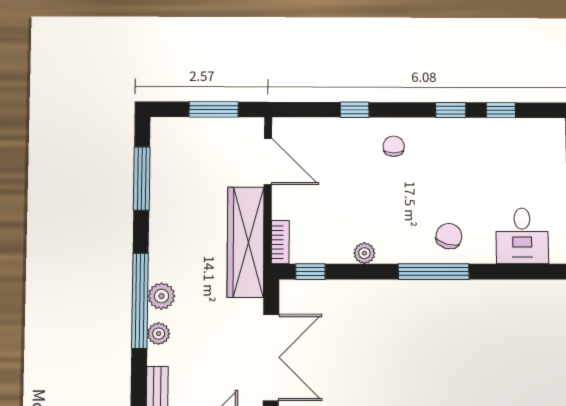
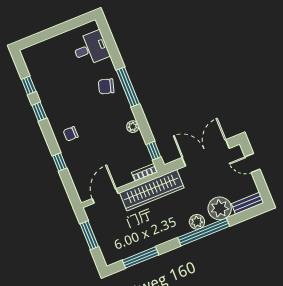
plant: (159, 334) -> (220, 208), width x1.88, depth x1.88

